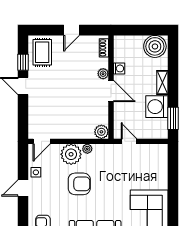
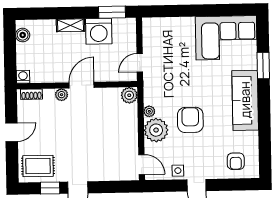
door: (72, 30) -> (12, 132), hinge flipped
boiler: (155, 46) -> (23, 35), width x0.54, depth x0.54
washing machine: (119, 68) -> (23, 77), moved

